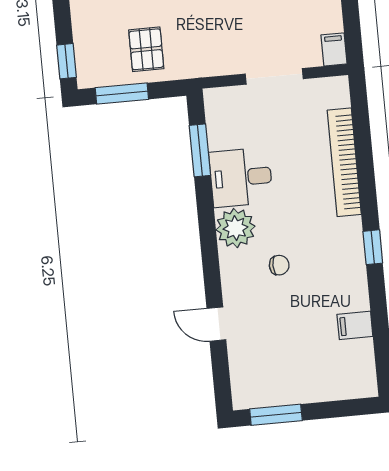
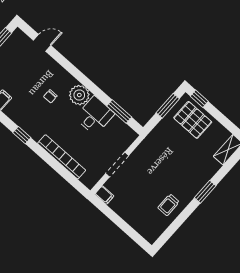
pallet: (146, 49) -> (193, 120), moved, width x1.50, depth x1.42
door: (216, 324) -> (42, 43), moved

